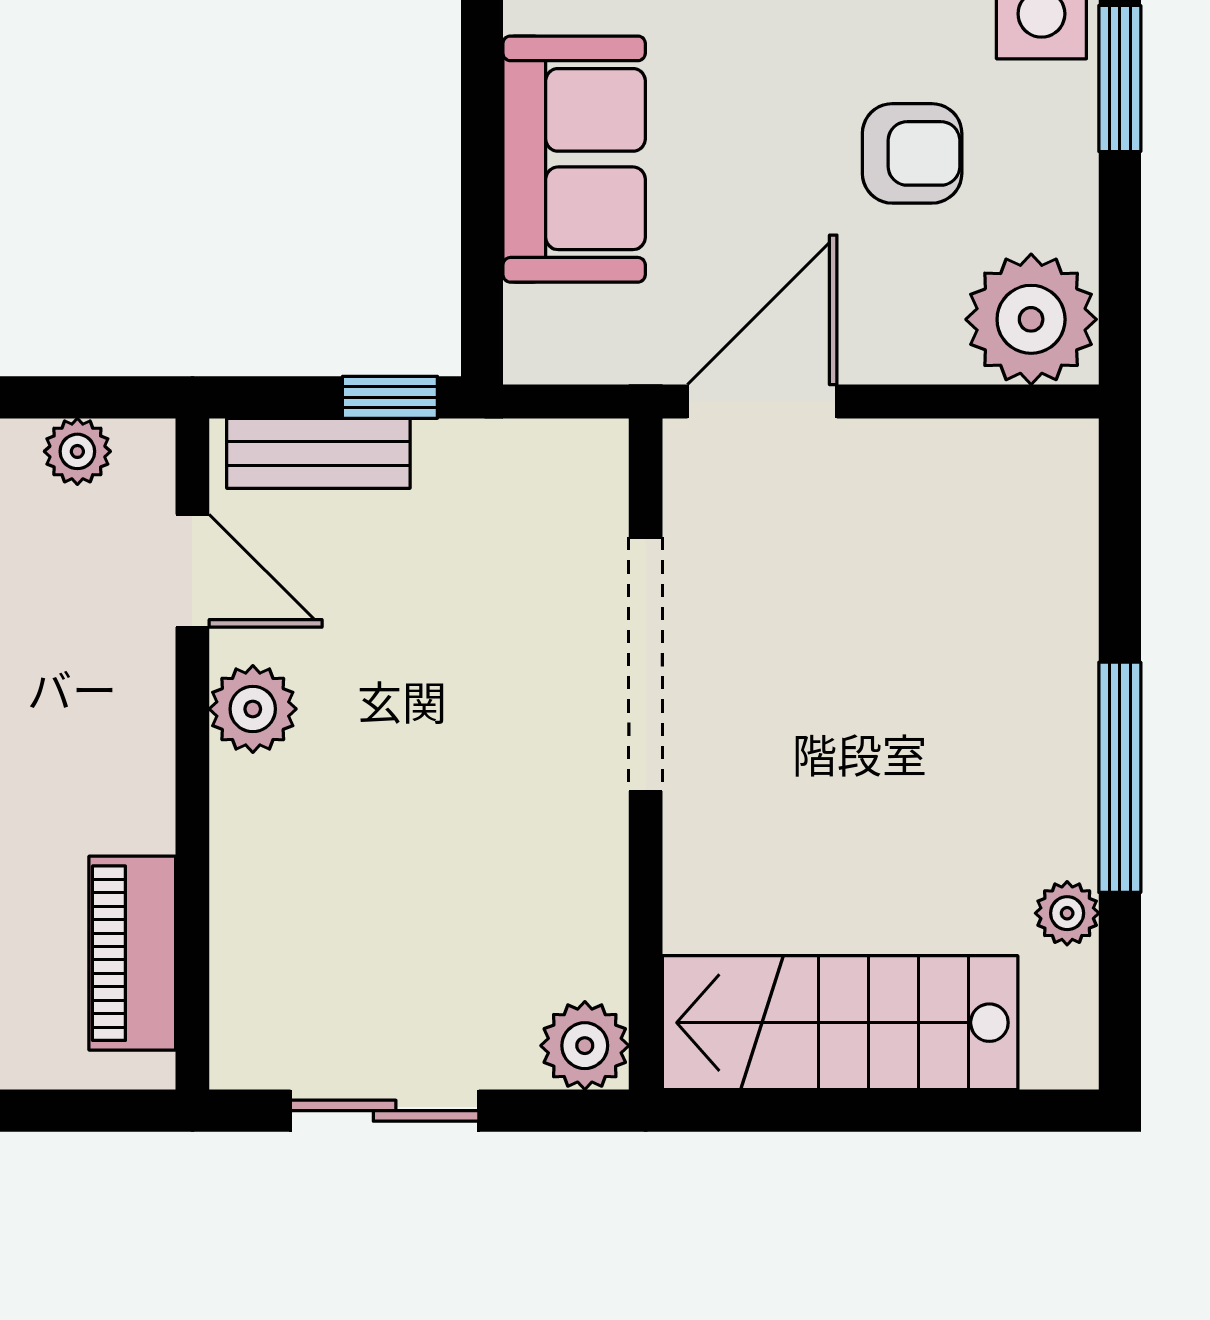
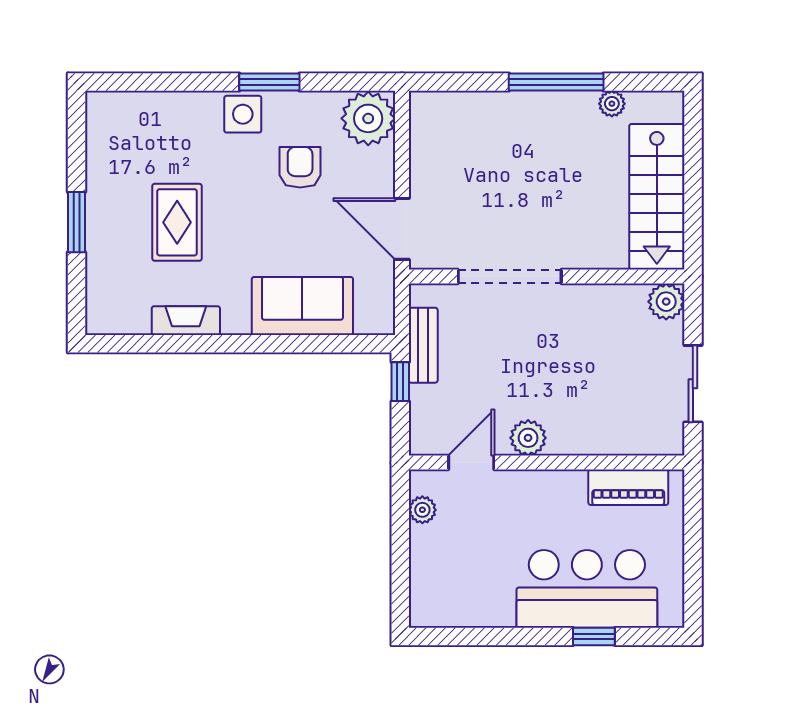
bench: (318, 453) -> (423, 345), moved

